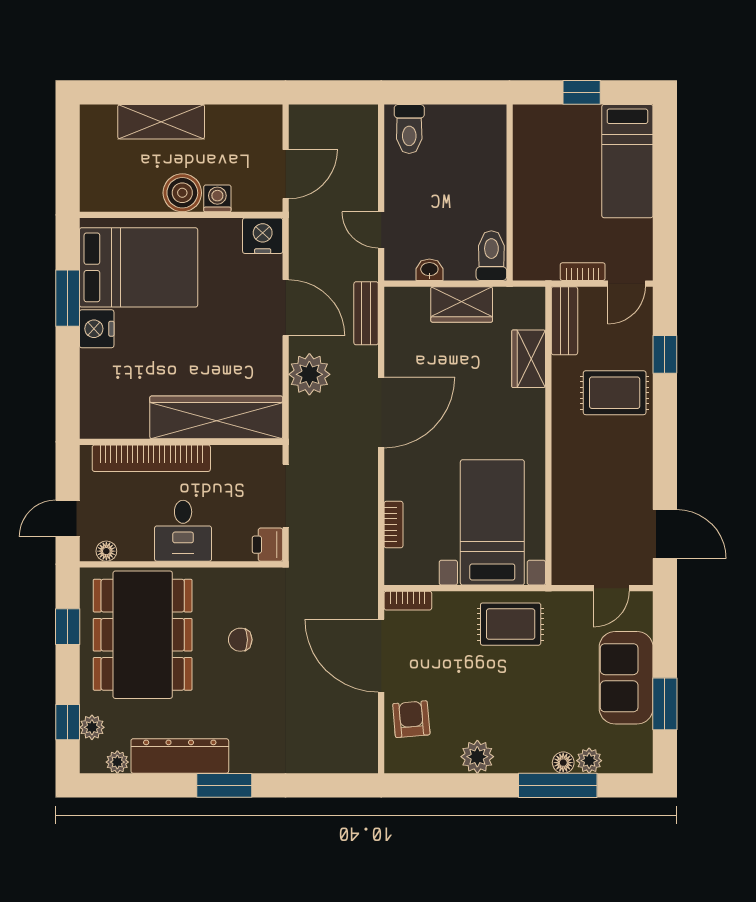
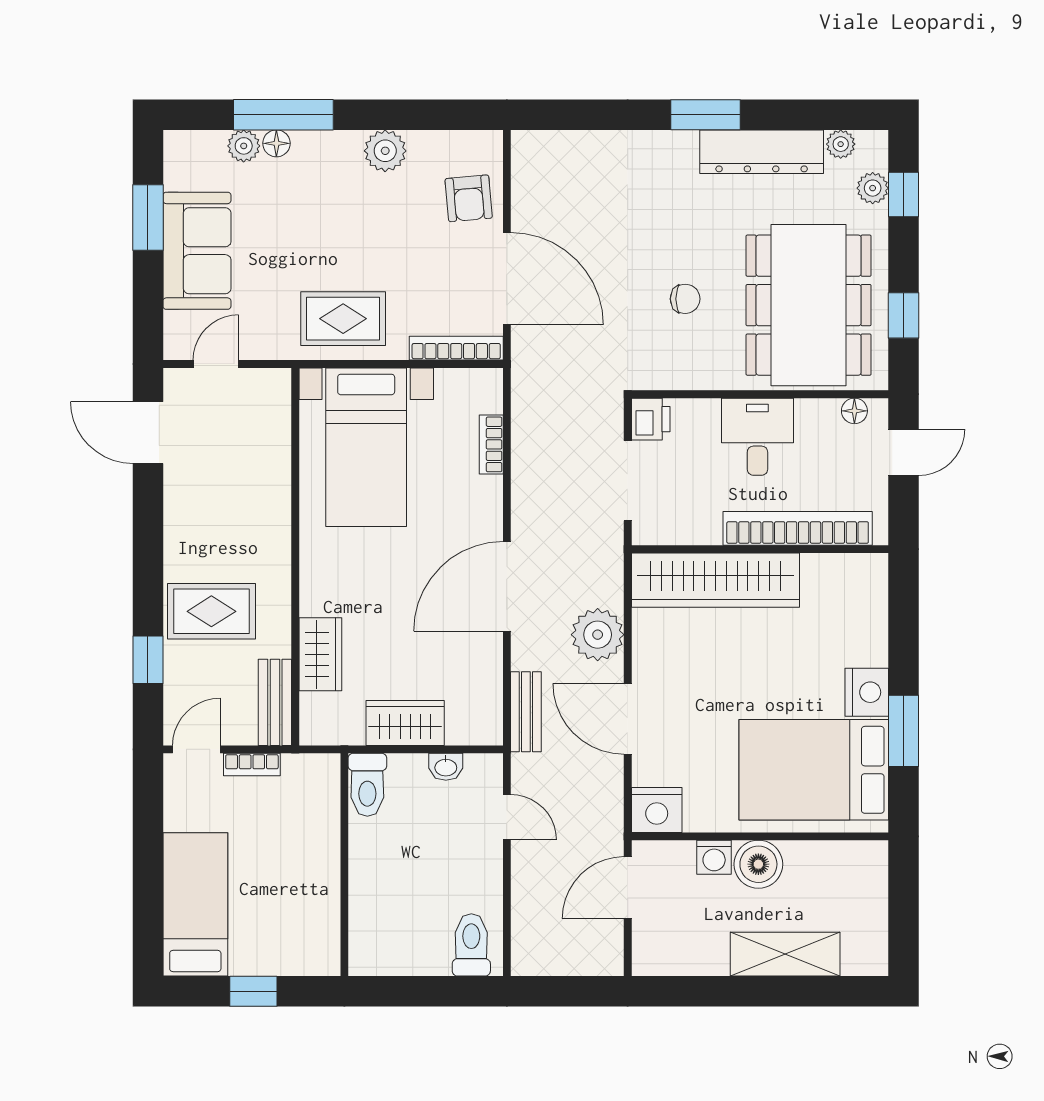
bookcase: (408, 601) -> (456, 348), width x1.56

